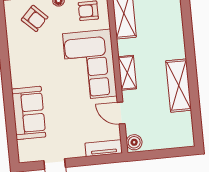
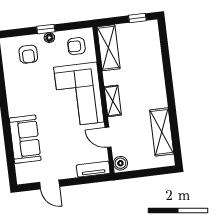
armchair: (35, 18) -> (28, 54), turned 46
shelving: (179, 86) -> (162, 132), moved

